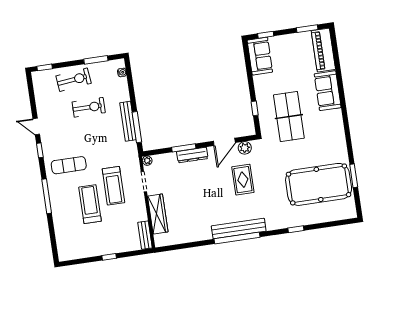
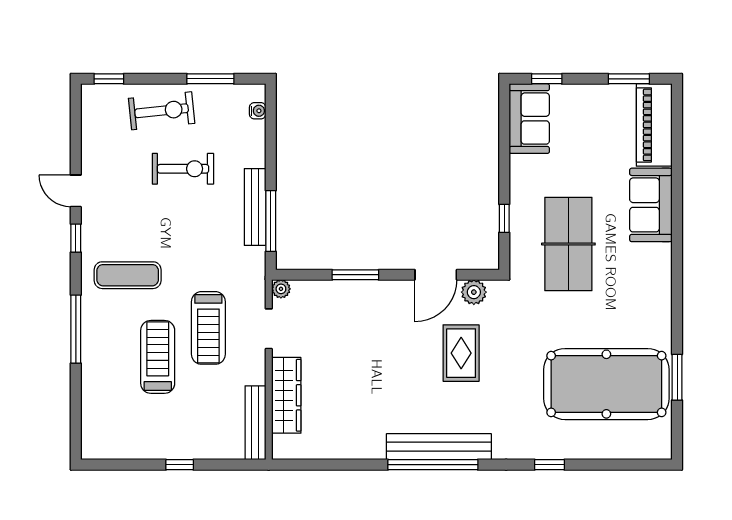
dresser: (192, 155) -> (370, 291), removed
bench: (145, 235) -> (255, 423), width x1.36

